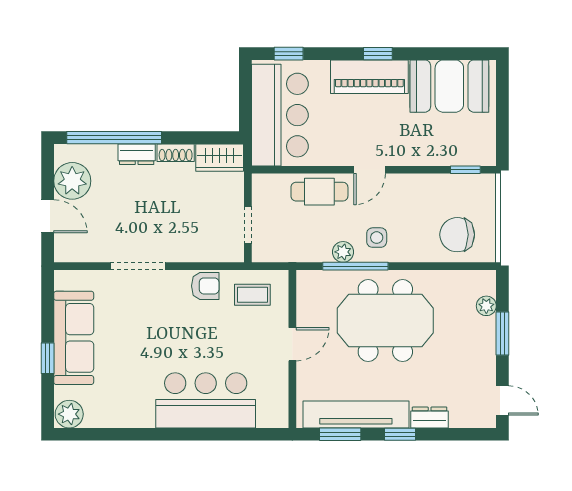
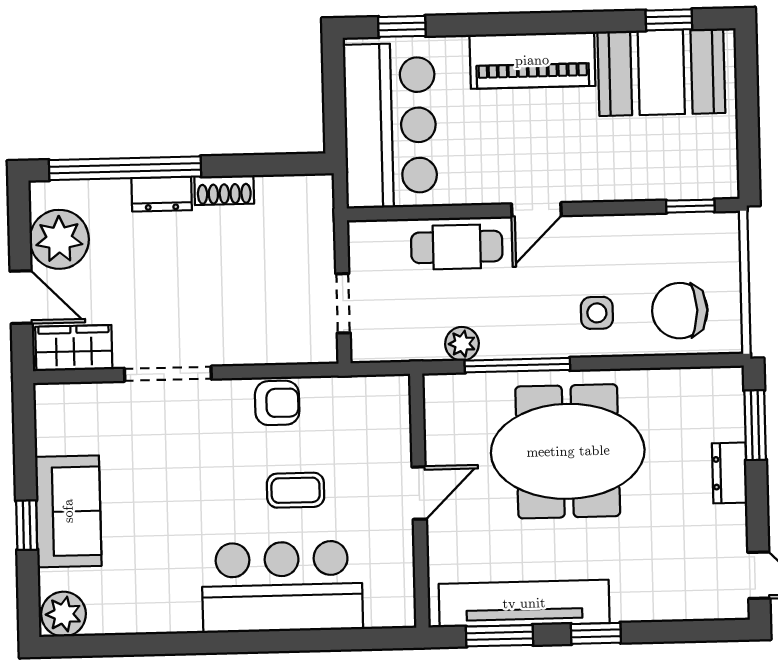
window: (378, 54) -> (669, 20), moved
wardrobe: (220, 158) -> (74, 348), moved, turned 180
side table: (377, 238) -> (597, 313), moved
plant: (343, 252) -> (462, 344), moved
coffee table: (252, 295) -> (296, 490), moved
plant: (486, 306) -> (729, 424), removed
window: (502, 334) -> (755, 425), moved
sofa: (74, 338) -> (68, 511), width x0.73
dresser: (430, 418) -> (729, 473), moved, turned -90

